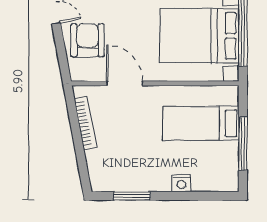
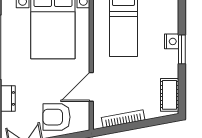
cot: (115, 181) -> (170, 95), added
window: (132, 196) -> (182, 49), moved

